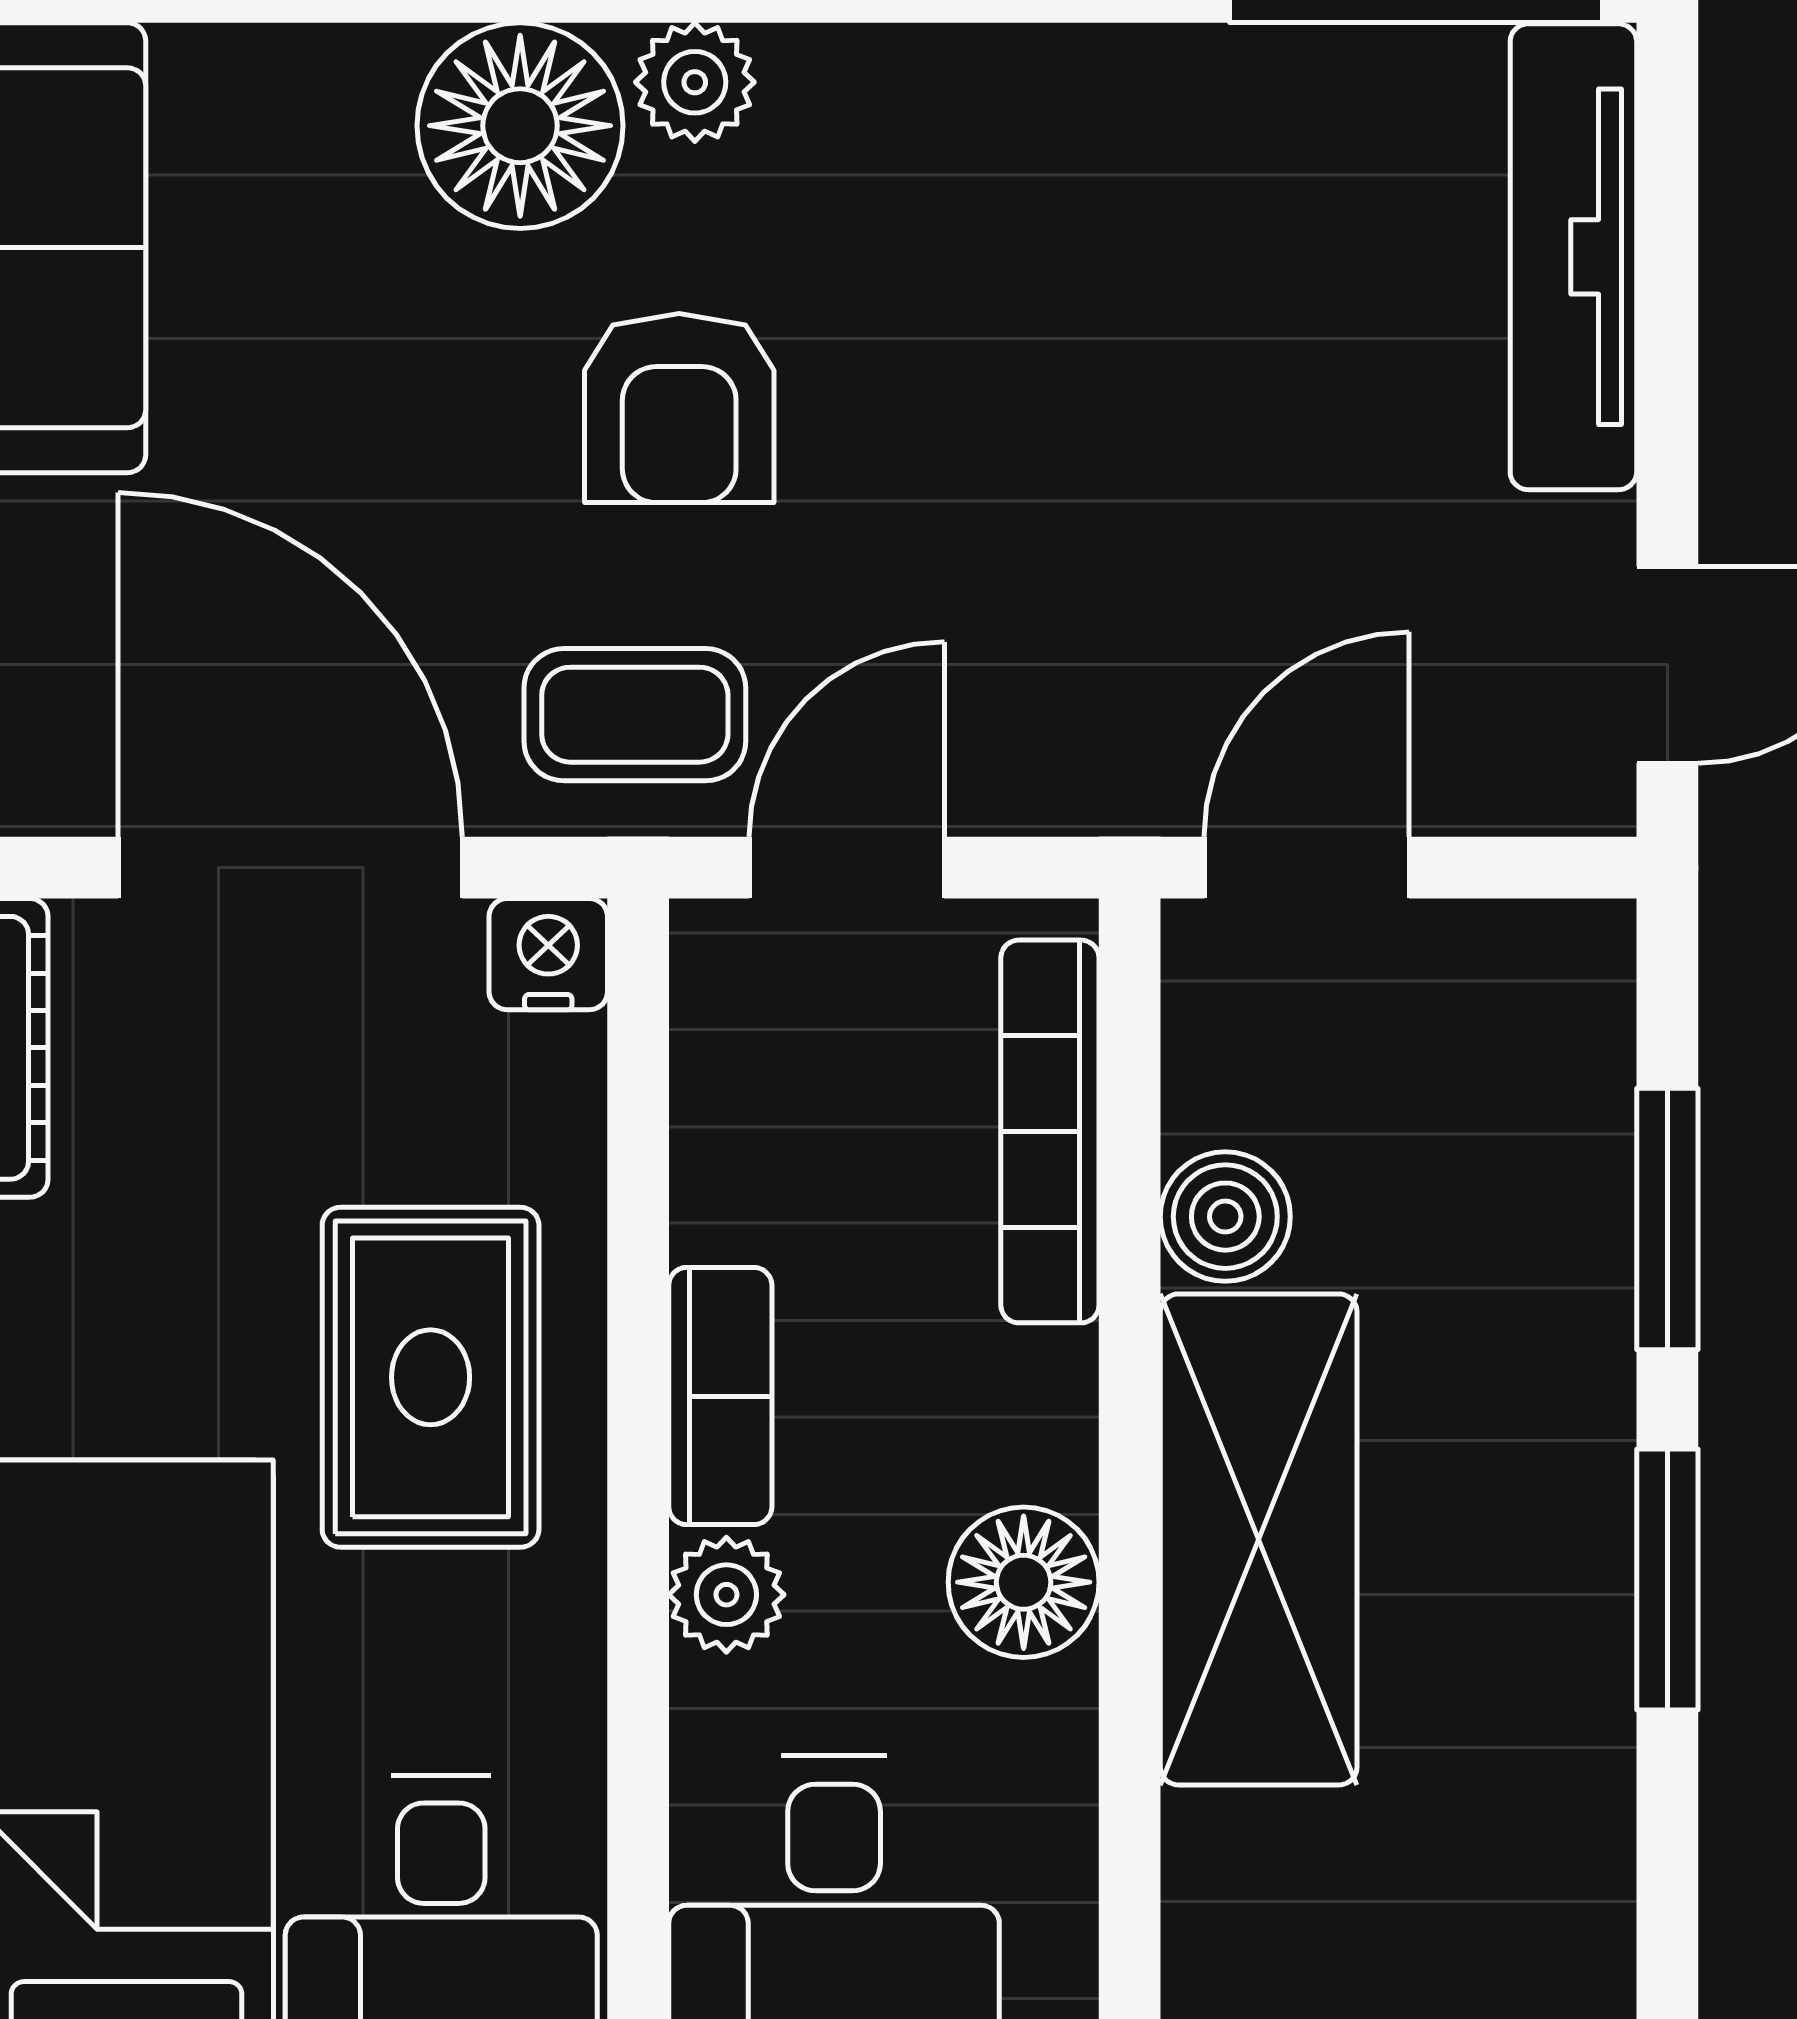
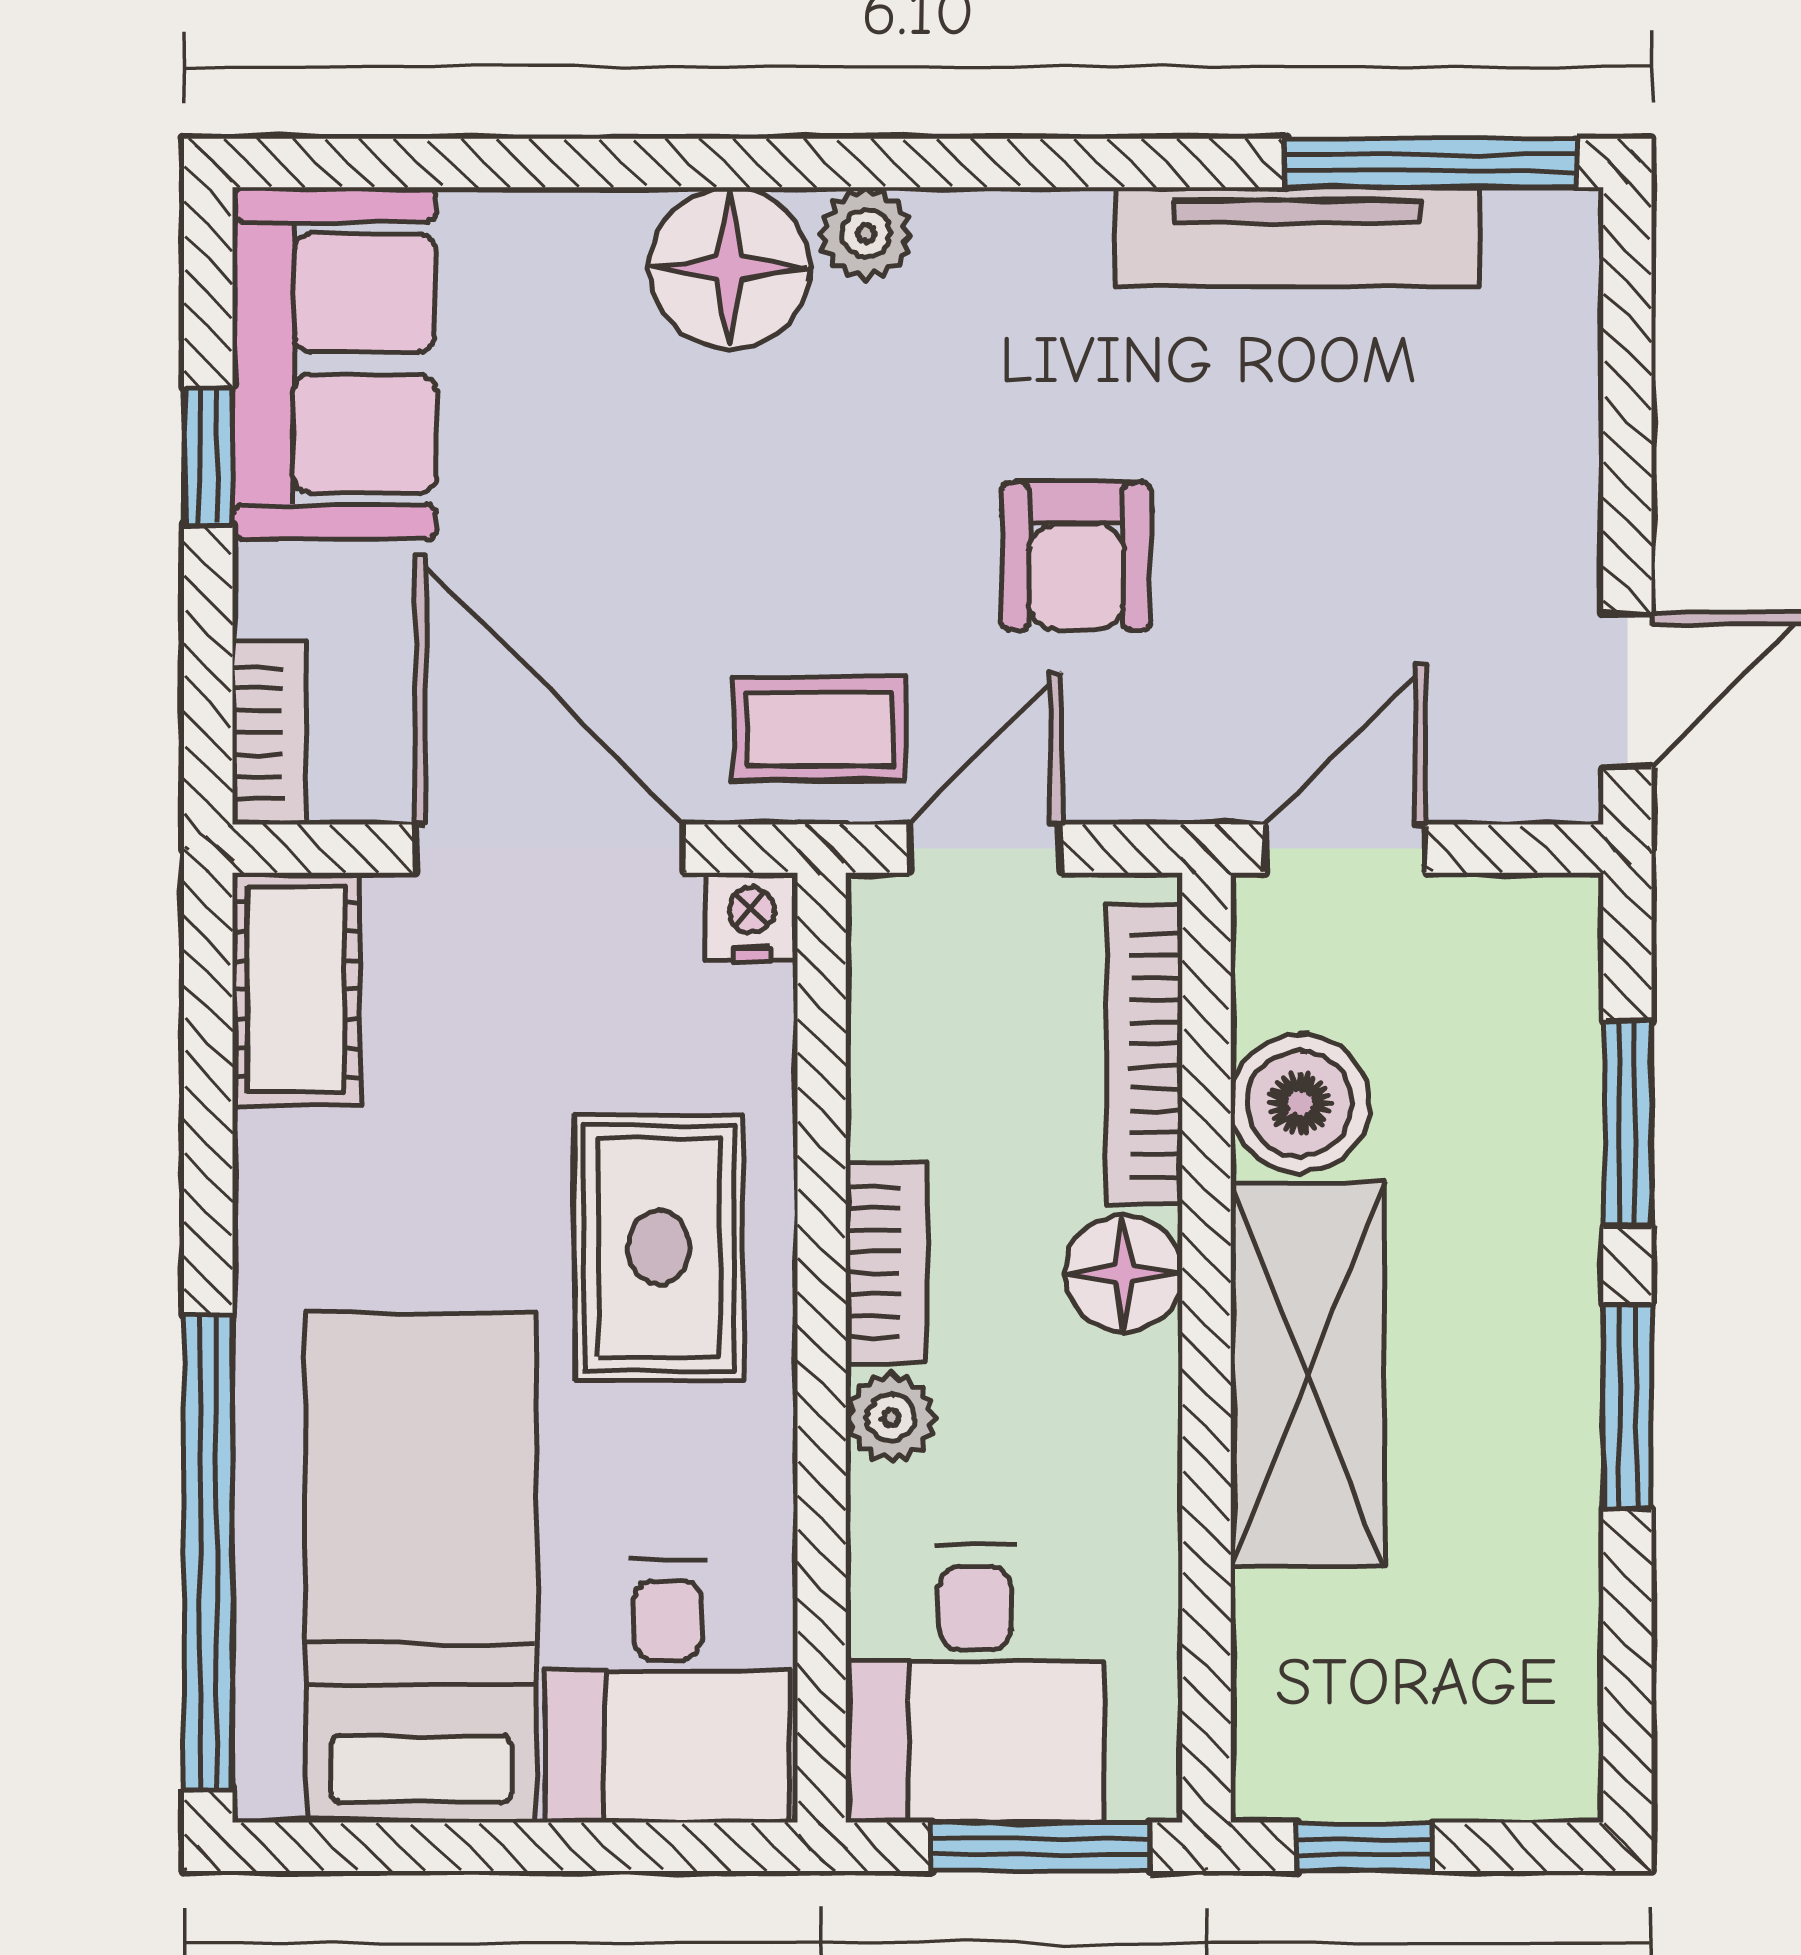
tv unit: (1573, 257) -> (1297, 237), moved, turned -90
armchair: (679, 408) -> (1076, 556), moved
boiler: (1225, 1217) -> (1300, 1103), width x1.36, depth x1.36
floor lamp: (1024, 1582) -> (1123, 1274), moved

